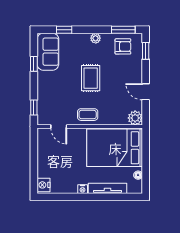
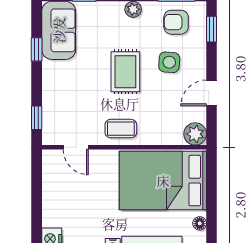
armchair: (123, 46) -> (176, 22), turned 180
side table: (119, 72) -> (169, 62), added
door: (146, 92) -> (212, 93), hinge flipped

